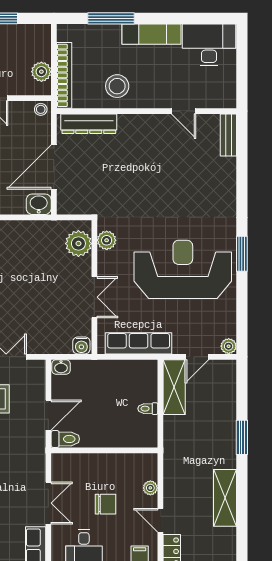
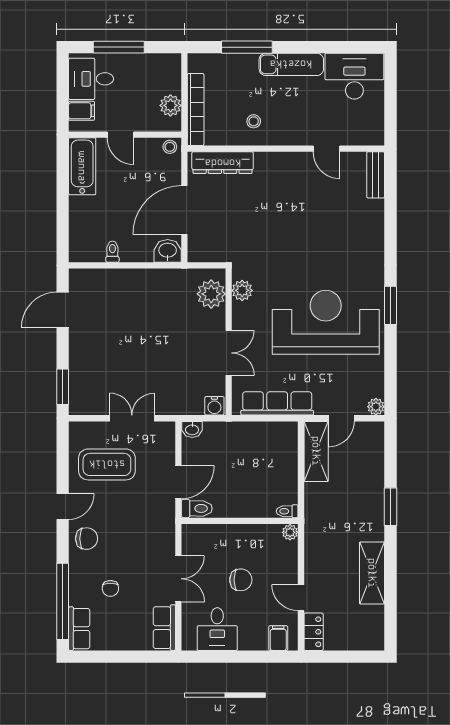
stool: (117, 86) -> (254, 121), width x0.53, depth x0.53
toilet: (148, 409) -> (287, 511), moved
plant: (150, 488) -> (290, 532), moved

